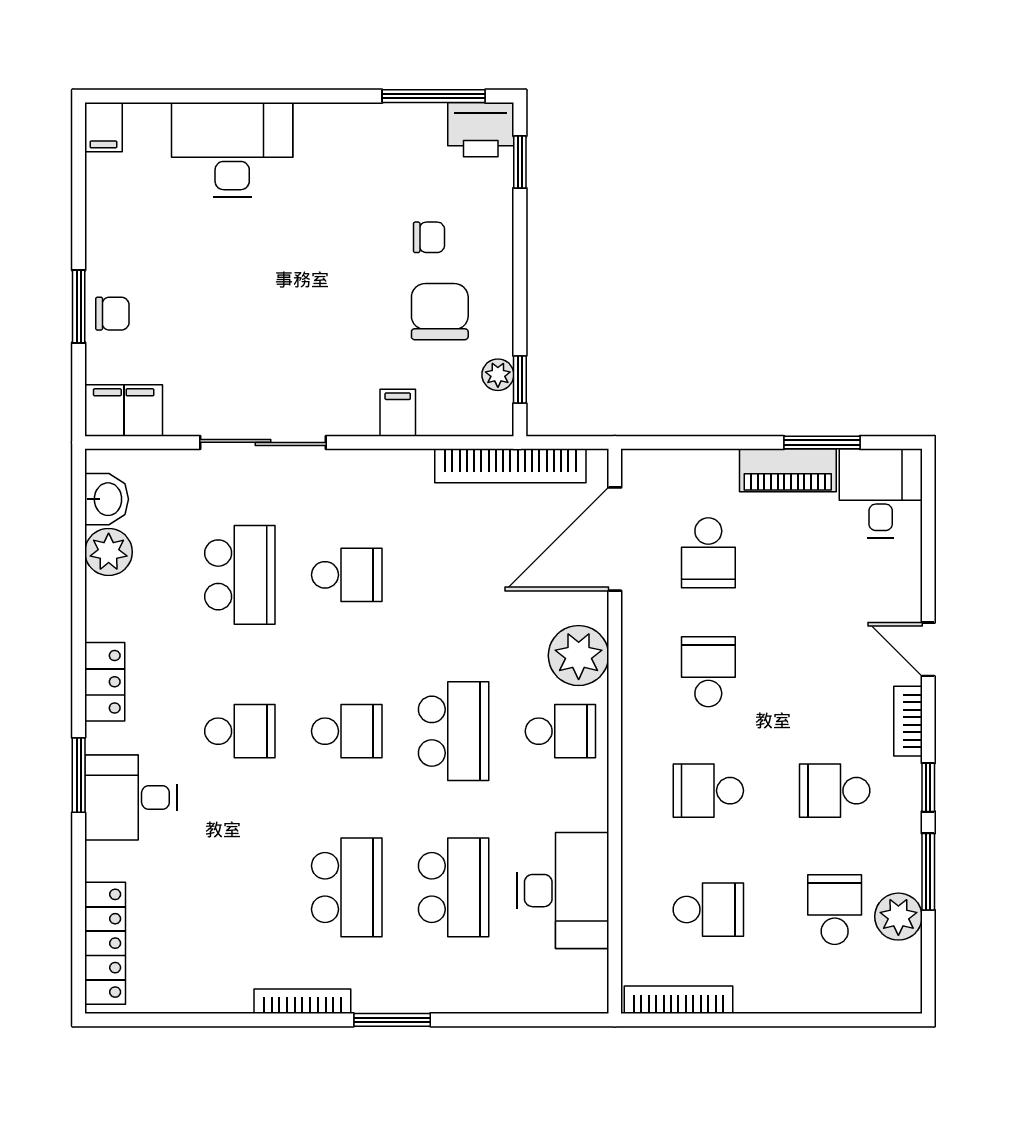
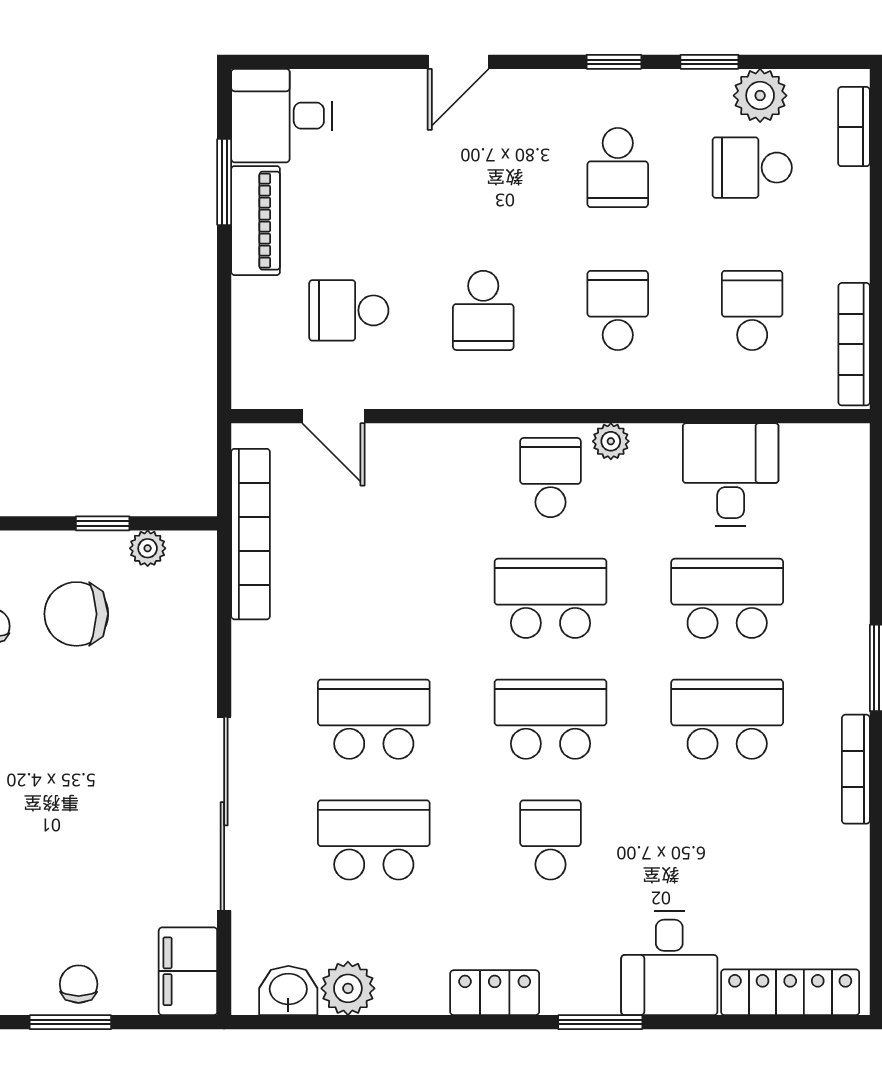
window: (520, 380) -> (103, 523), moved
filing cabinet: (398, 413) -> (191, 662), removed
sliding door: (263, 442) -> (224, 814), width x1.36
door: (615, 539) -> (333, 416), width x0.53
school desk: (708, 553) -> (349, 310), turned 180
school desk: (347, 575) -> (374, 719), width x1.85
plant: (579, 656) -> (611, 441), moved, width x0.53, depth x0.53
school desk: (708, 672) -> (483, 310), turned -90
bookcase: (908, 721) -> (854, 127), moved, turned 90
school desk: (347, 731) -> (550, 719), width x1.85
school desk: (708, 791) -> (618, 310), turned 180
desk: (131, 798) -> (669, 963), moved
window: (928, 872) -> (709, 62), width x0.67
desk: (563, 891) -> (731, 475), width x0.73

